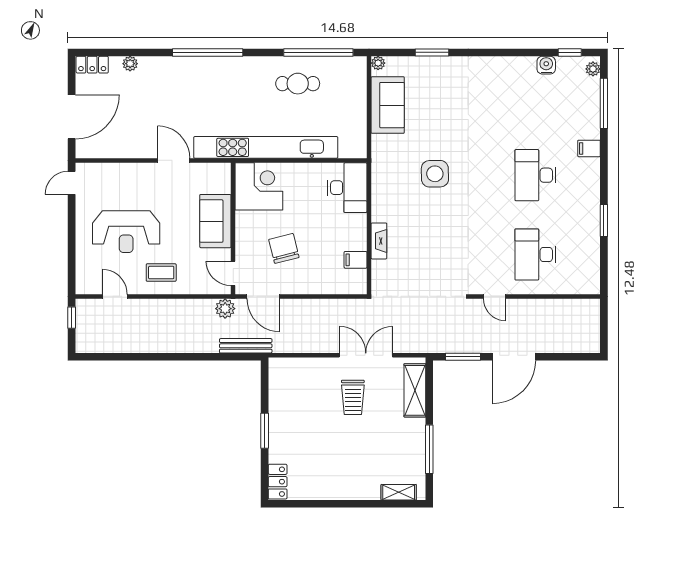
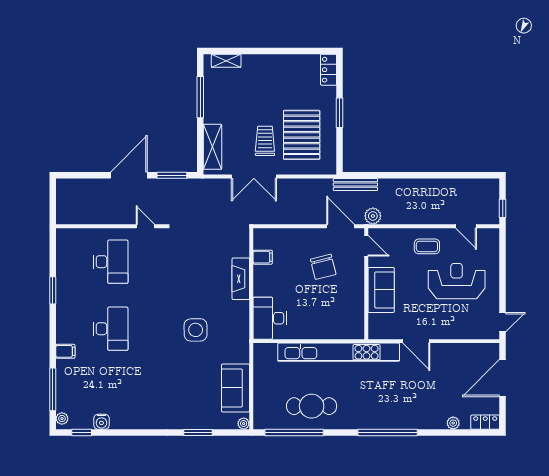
cafe table: (298, 84) -> (312, 406), width x1.37, depth x1.35
corner desk: (259, 186) -> (344, 319), removed
fireplace: (379, 241) -> (241, 279), width x1.37, depth x1.32
pallet: (309, 405) -> (302, 135), added

